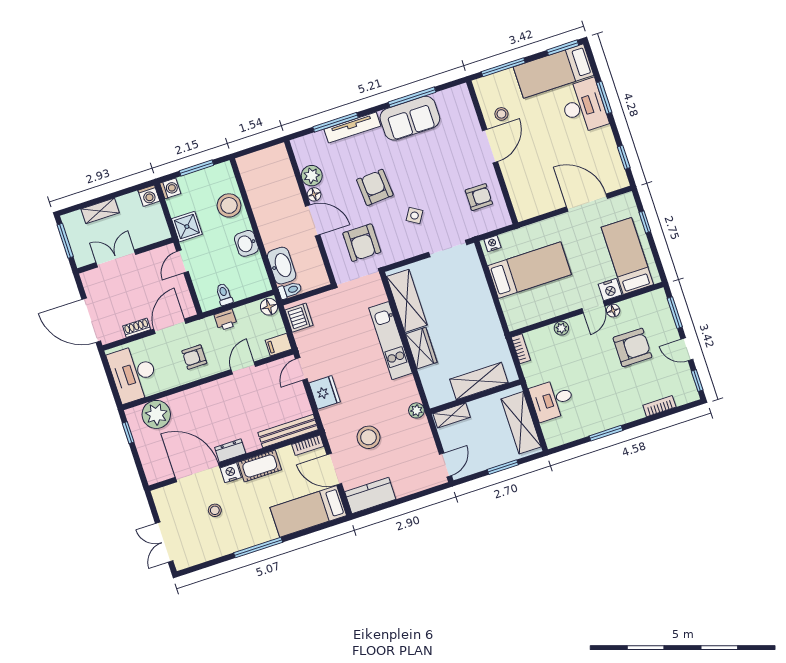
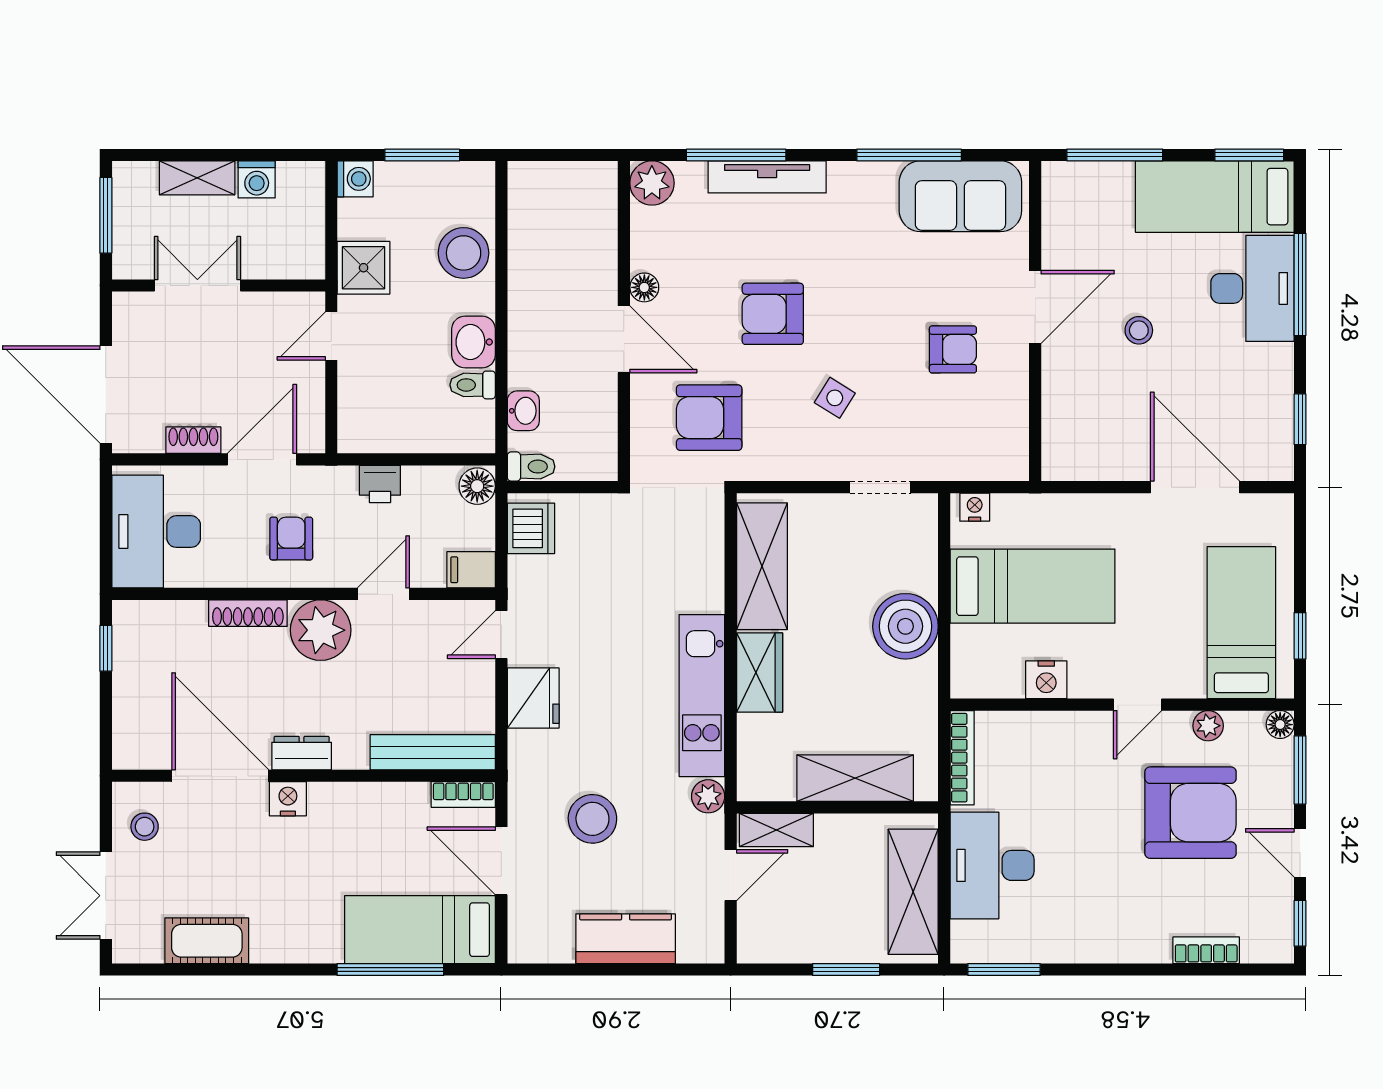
window: (604, 98) -> (1300, 284), width x1.44
stool: (501, 114) -> (1139, 330), moved
sofa: (410, 118) -> (960, 196), moved
plant: (312, 176) -> (652, 183), moved
armchair: (375, 187) -> (773, 314), turned -86
washing machine: (149, 196) -> (257, 179), moved
armchair: (479, 197) -> (953, 349), moved
window: (645, 222) -> (1300, 636), moved
armchair: (362, 243) -> (709, 418), turned 90
doorway: (448, 248) -> (880, 487), width x0.73
washbasin: (282, 266) -> (523, 411), width x0.52, depth x0.69
nightstand: (610, 290) -> (1046, 680), moved
toilet: (224, 294) -> (473, 385), moved, turned -90
boiler: (479, 306) -> (905, 626), added
floor lamp: (613, 311) -> (1280, 725), moved
plant: (561, 328) -> (1208, 726), moved
kitchen unit: (390, 341) -> (702, 696), moved
armchair: (632, 347) -> (1190, 813), width x1.36, depth x1.36
bookcase: (521, 349) -> (962, 758), width x1.56
armchair: (194, 357) -> (291, 539), turned 90
shoe rack: (186, 396) -> (248, 613), added
desk: (552, 400) -> (992, 865), width x1.37
plant: (156, 414) -> (321, 630), moved
window: (606, 433) -> (1004, 970), moved
door: (445, 465) -> (731, 875), moved
cot: (260, 466) -> (207, 941), moved
kitchen counter: (370, 496) -> (626, 939), moved
stool: (215, 510) -> (145, 827), moved
window: (258, 548) -> (390, 970), moved

